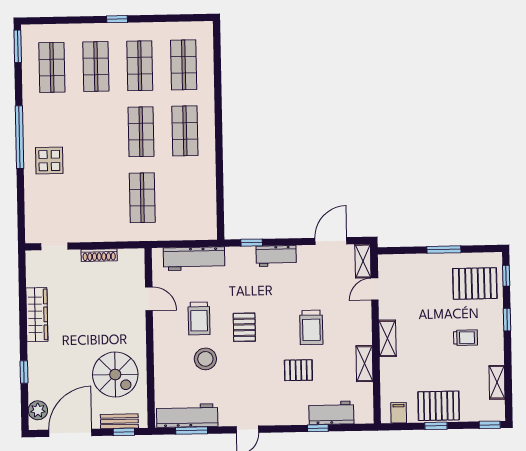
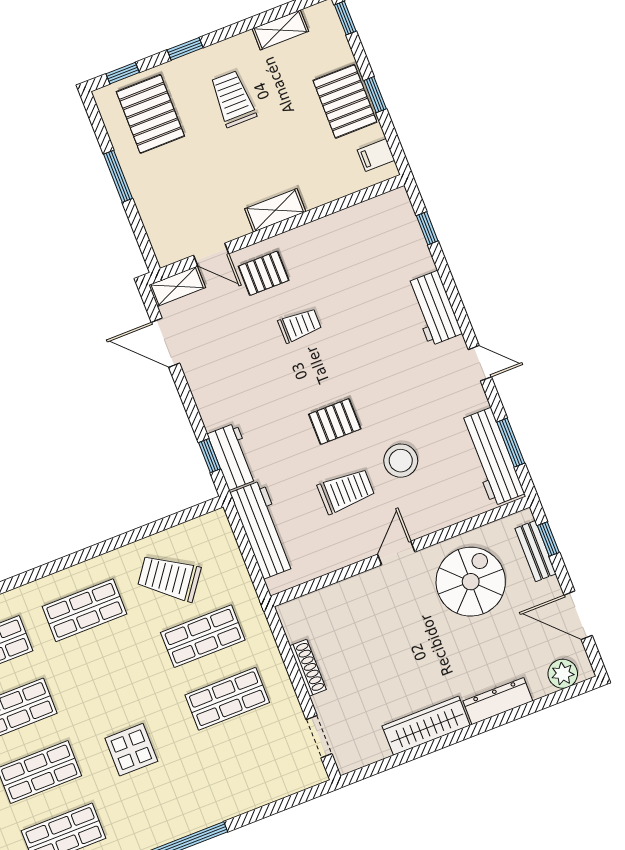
shop shelf: (141, 132) -> (227, 699), moved
display table: (49, 161) -> (131, 750), moved
trolley: (186, 190) -> (169, 578), added
workbench: (276, 256) -> (233, 457), moved
door: (149, 299) -> (396, 553), moved
trolley: (311, 327) -> (300, 325), width x0.73, depth x0.72
trolley: (465, 338) -> (233, 99), width x1.36, depth x1.39
dresser: (36, 364) -> (498, 701), added
shelving: (364, 364) -> (323, 230), removed
pallet: (298, 370) -> (264, 273), moved, turned 90
window: (24, 372) -> (515, 714), removed
workbench: (331, 413) -> (434, 308), moved
window: (318, 428) -> (427, 228), moved
door: (70, 433) -> (578, 615), width x0.73

